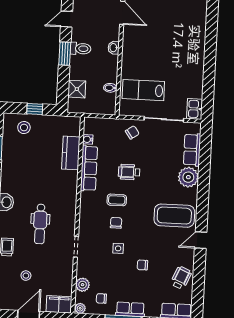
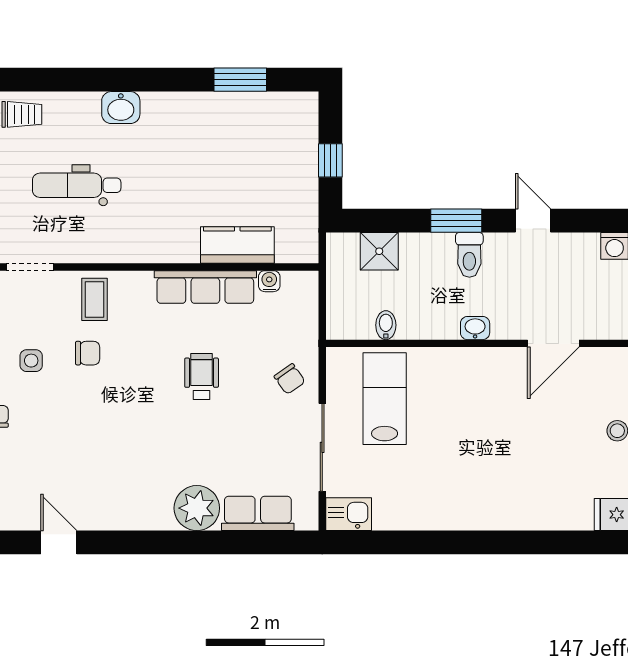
stool: (24, 128) -> (288, 139), removed
coffee table: (117, 200) -> (95, 299), moved
coffee table: (174, 216) -> (110, 481), removed

